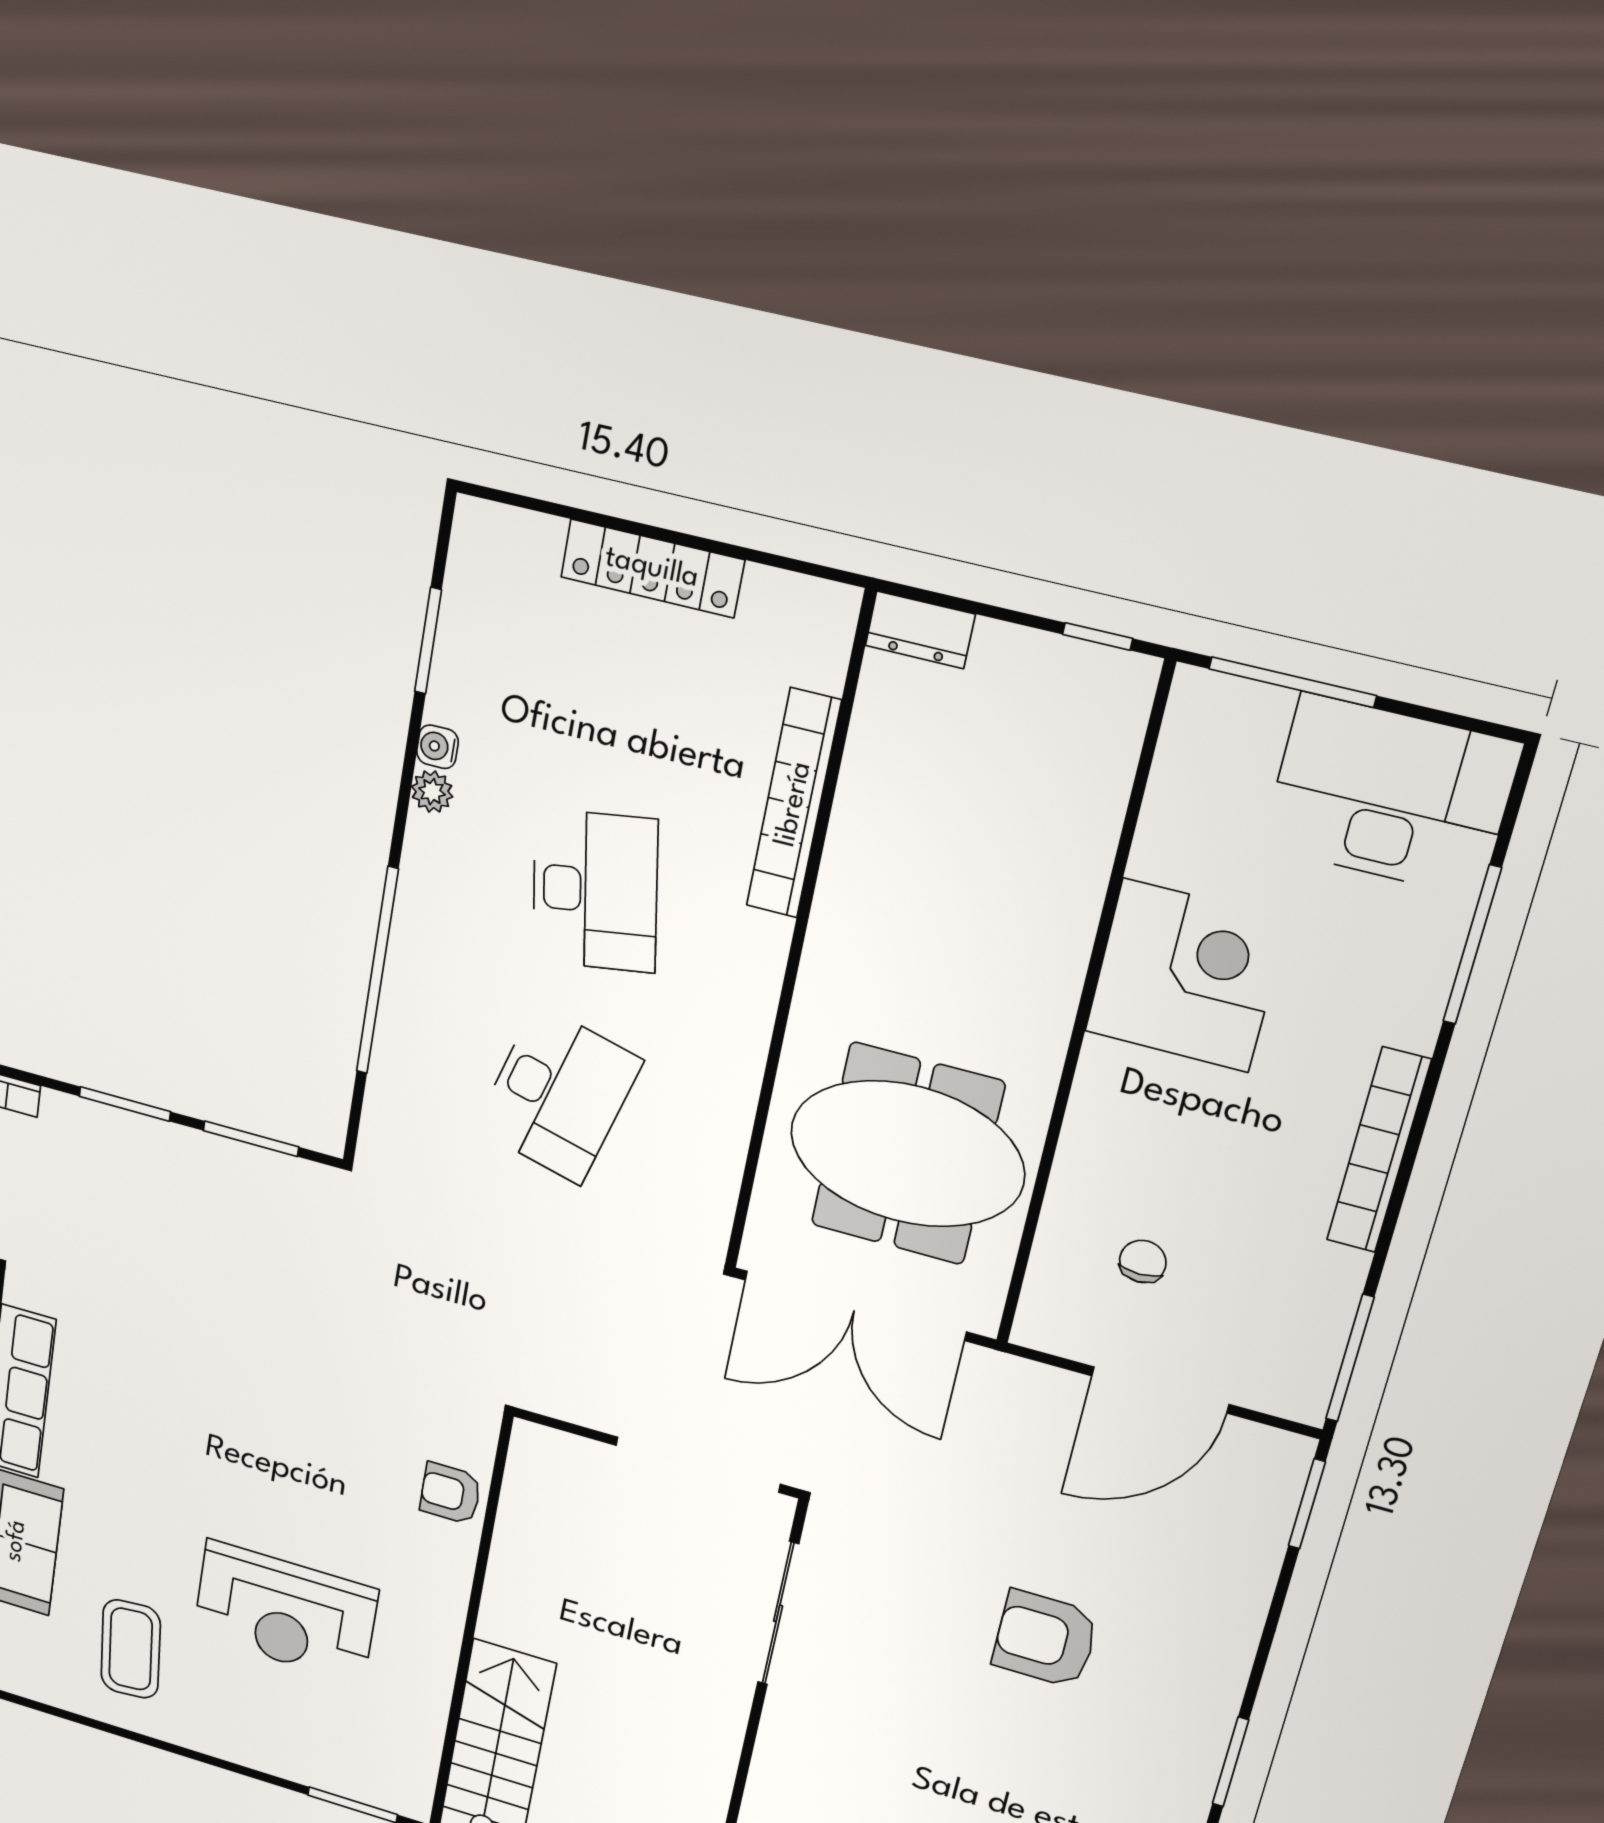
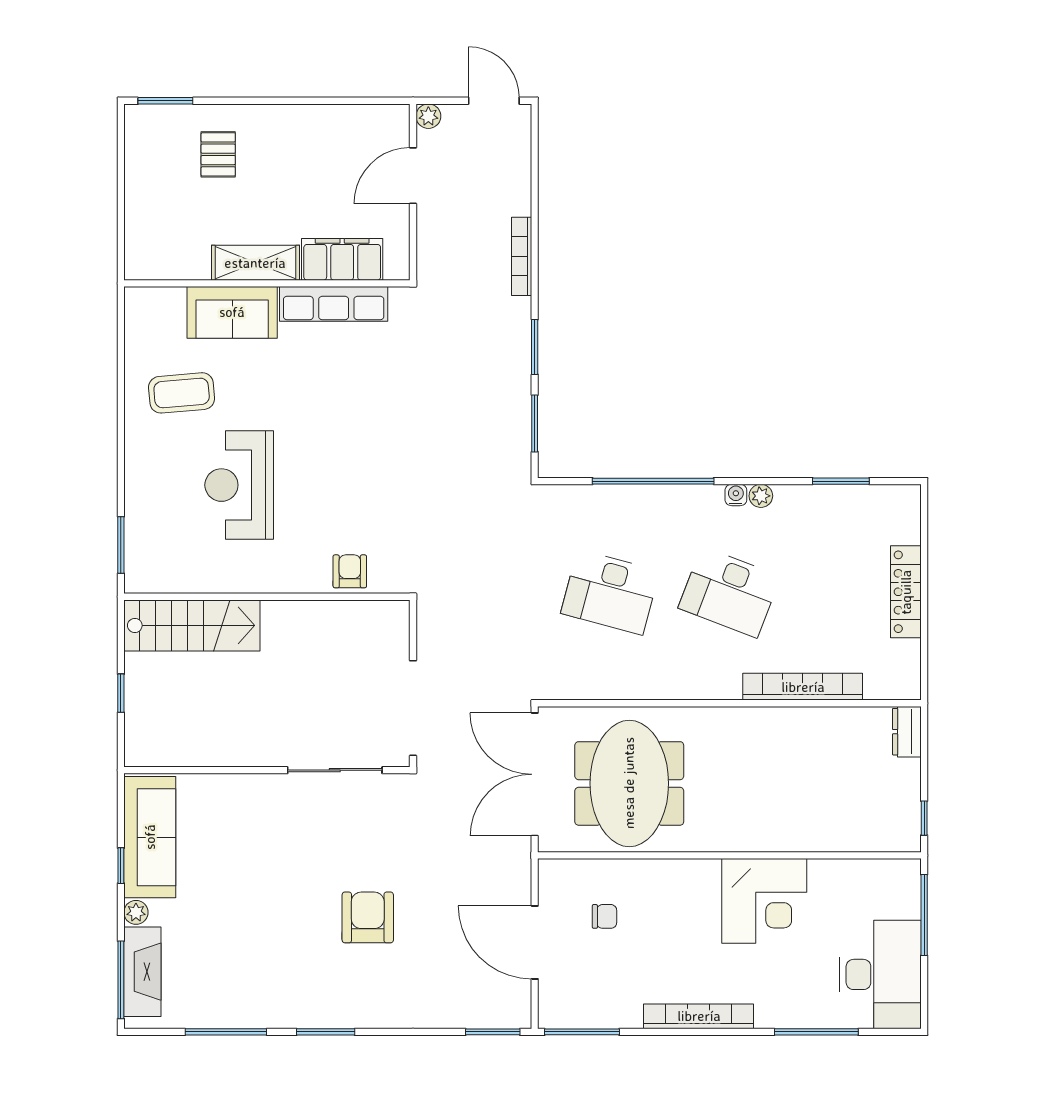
water cooler: (437, 747) -> (736, 495), moved
desk: (595, 891) -> (729, 592), turned 30

